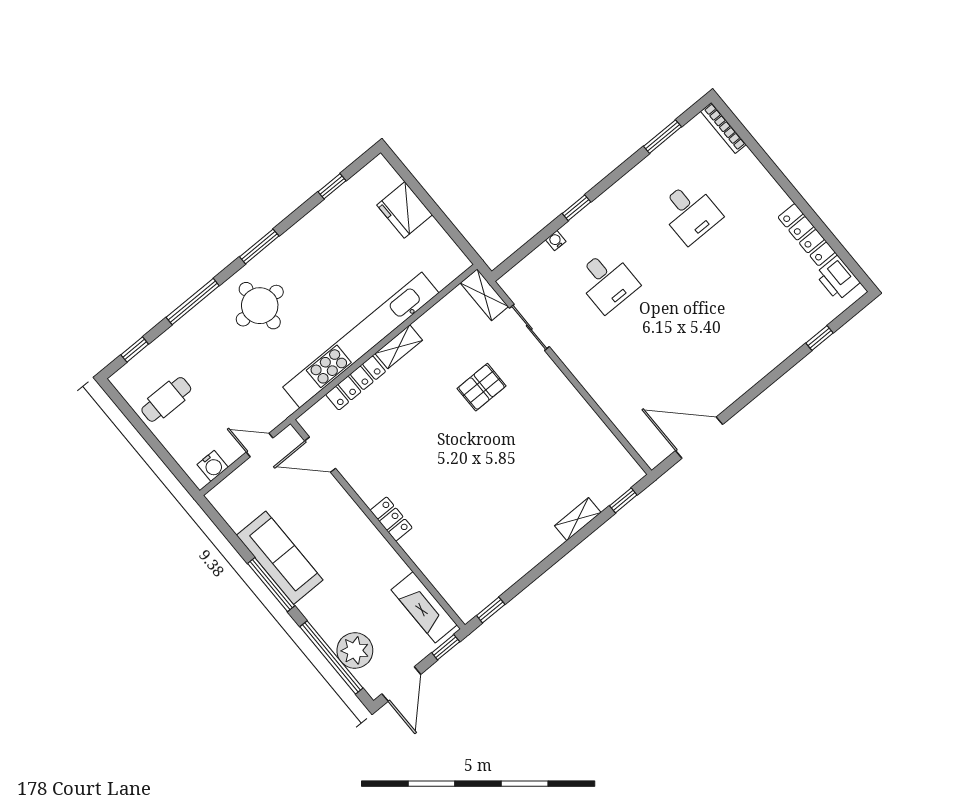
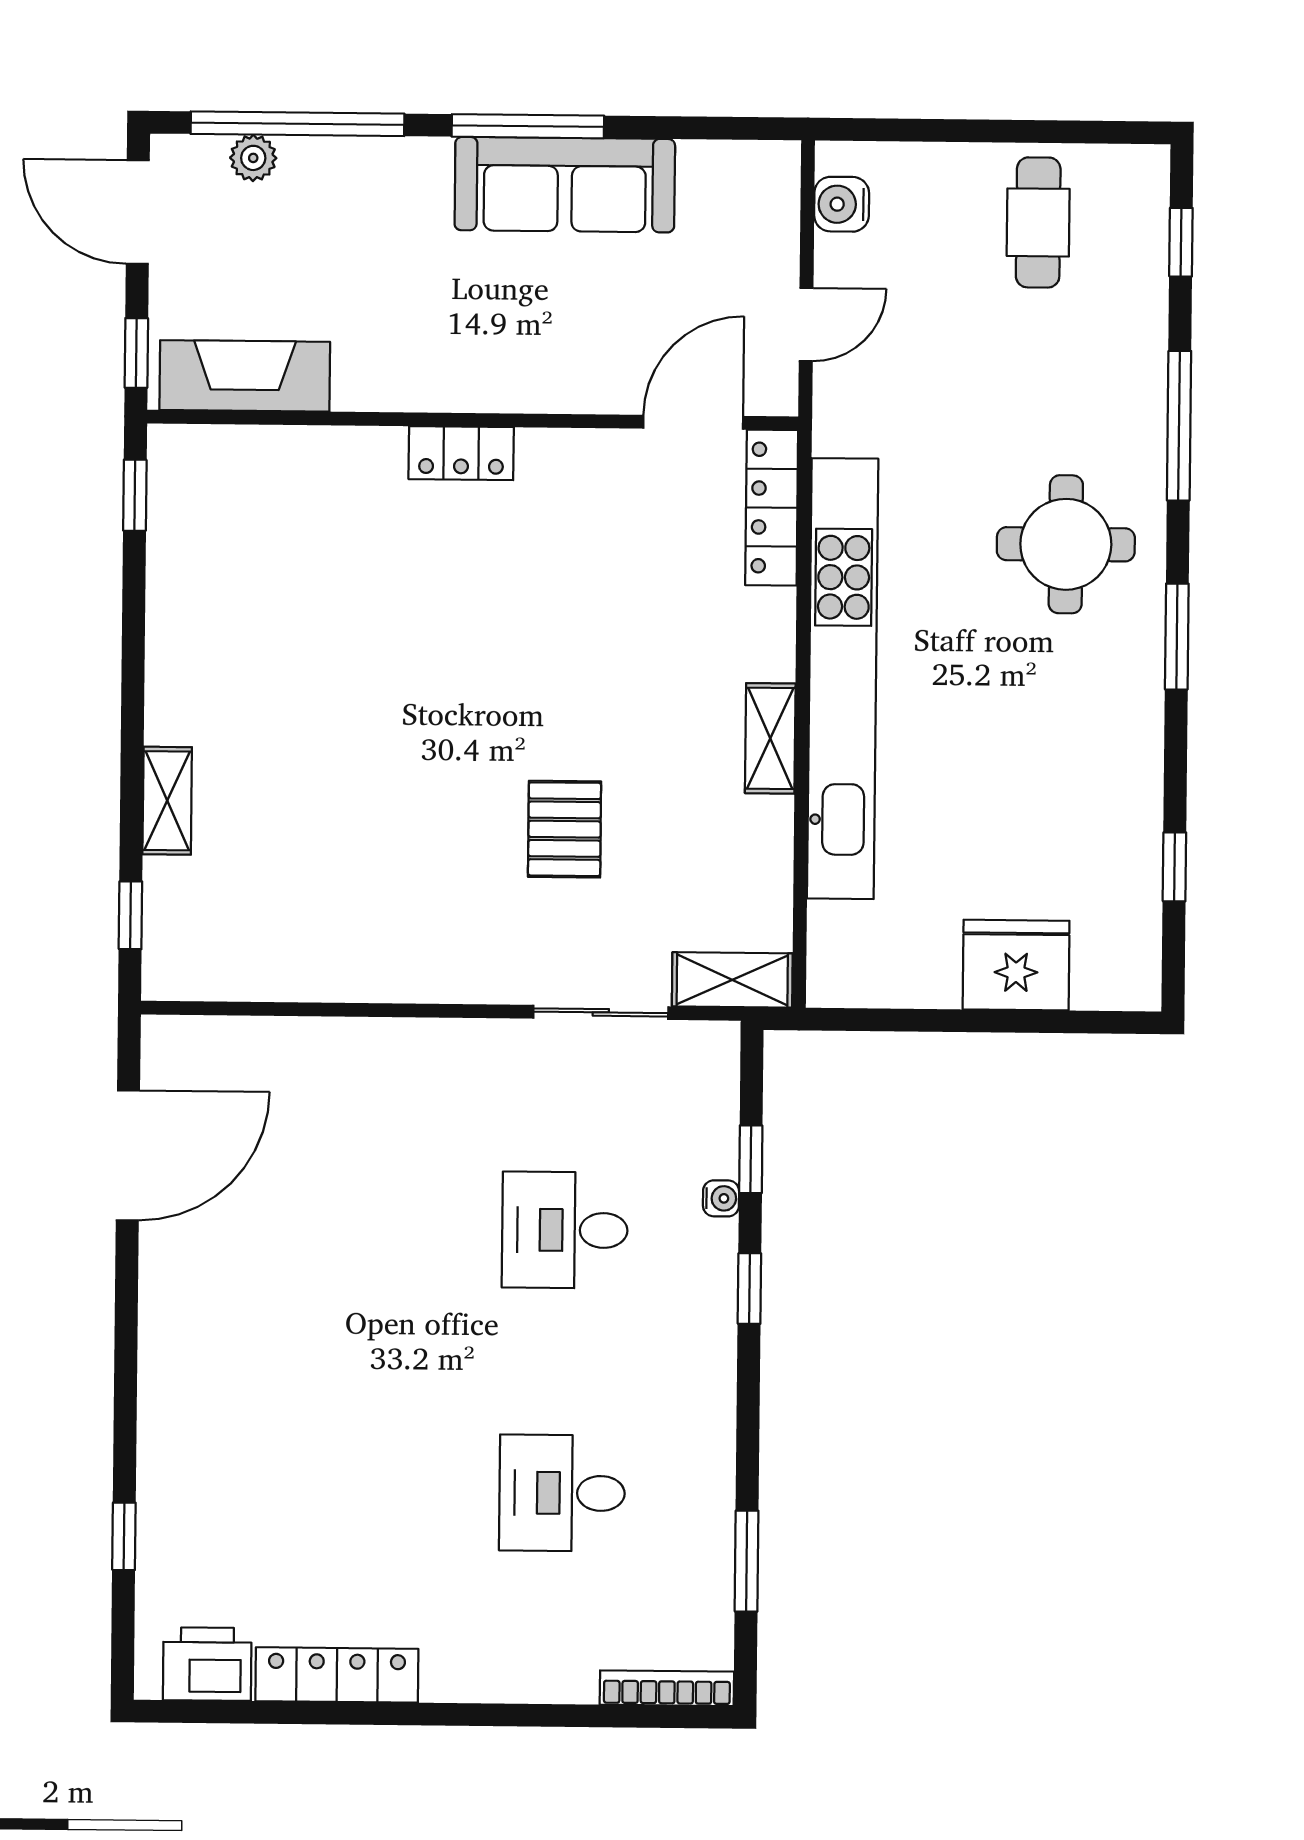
window: (536, 242) -> (751, 1159), added
locker: (356, 383) -> (772, 508), moved
plant: (355, 650) -> (253, 158), width x0.53, depth x0.53

